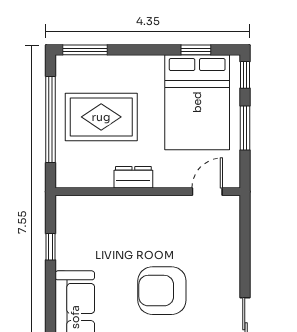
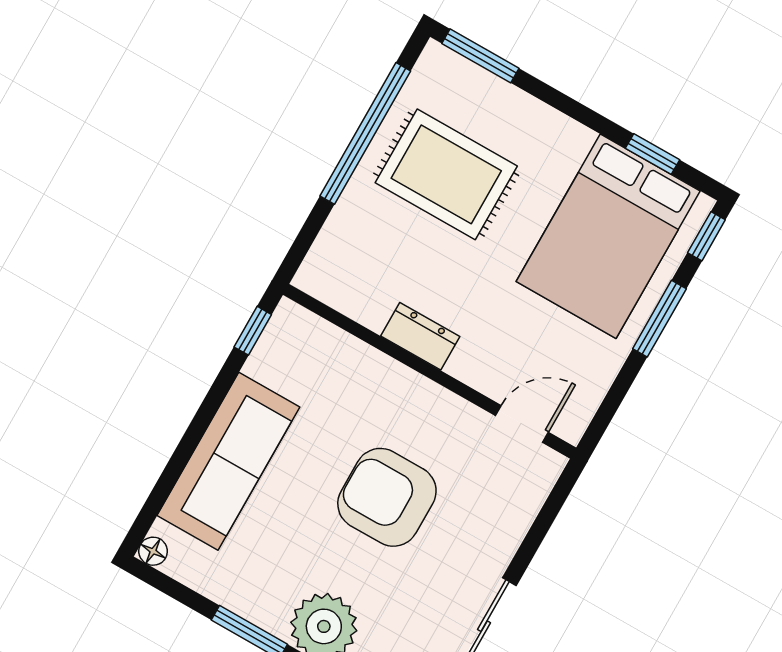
dresser: (133, 177) -> (420, 336), moved
wall: (148, 192) -> (430, 371), moved
door: (207, 192) -> (522, 424), moved

